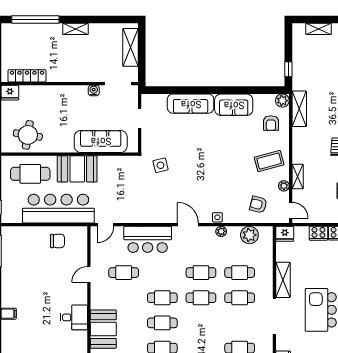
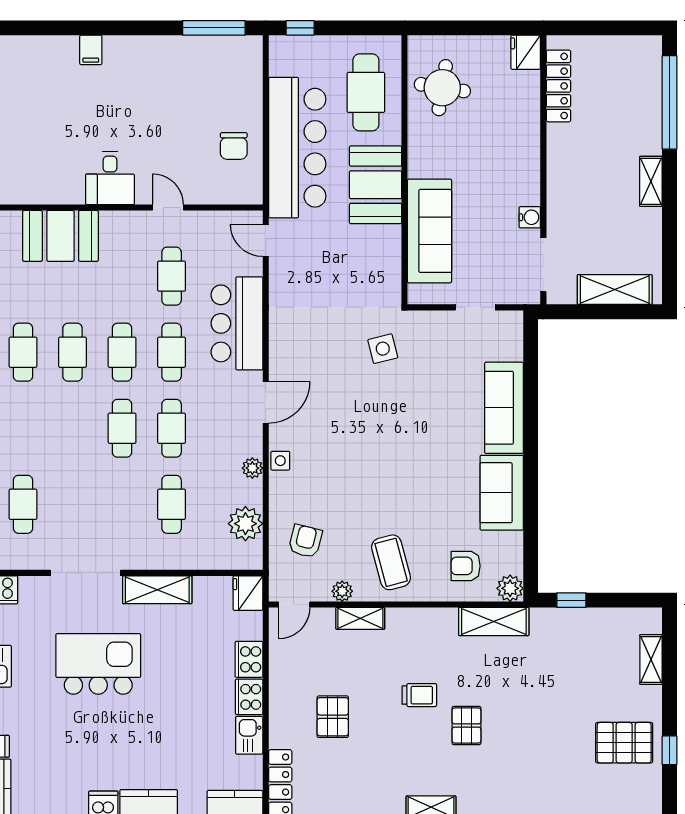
cafe table: (240, 298) -> (172, 352), moved
desk: (74, 317) -> (110, 178), moved

